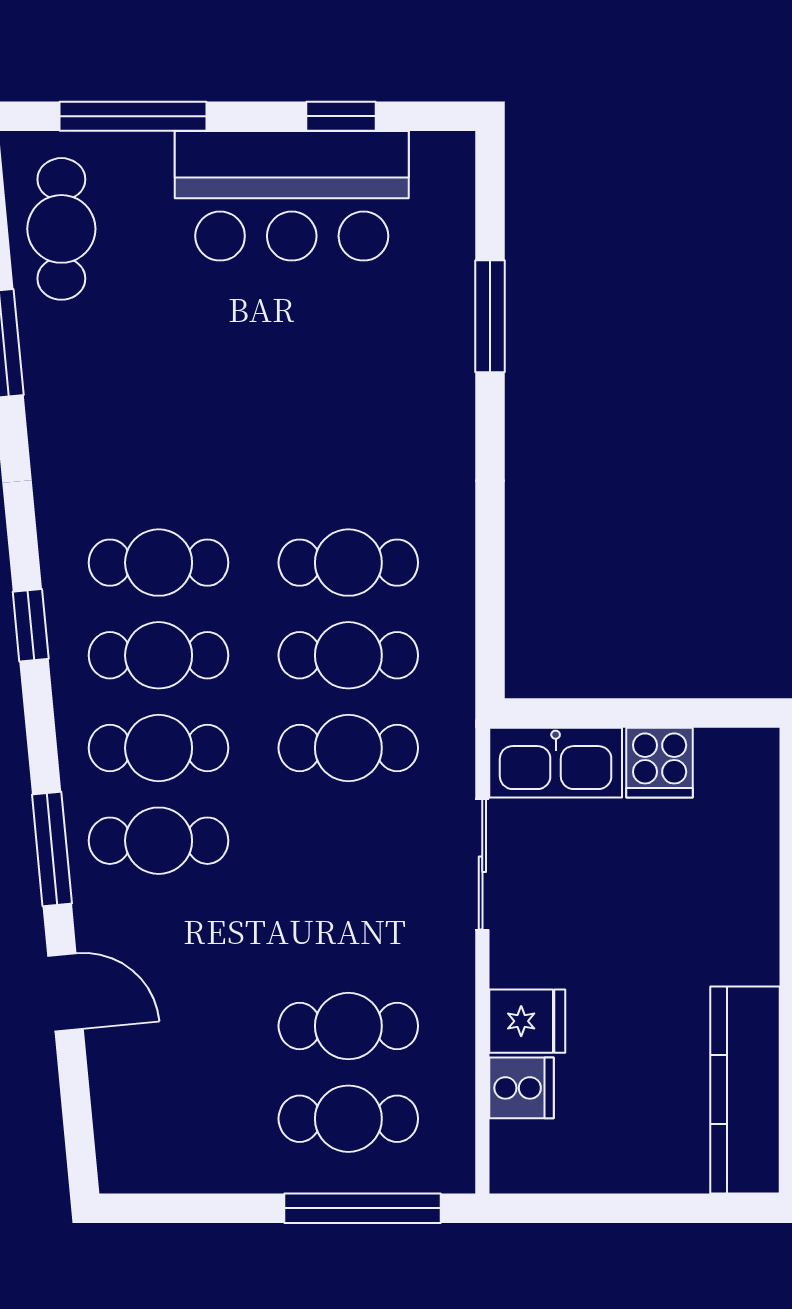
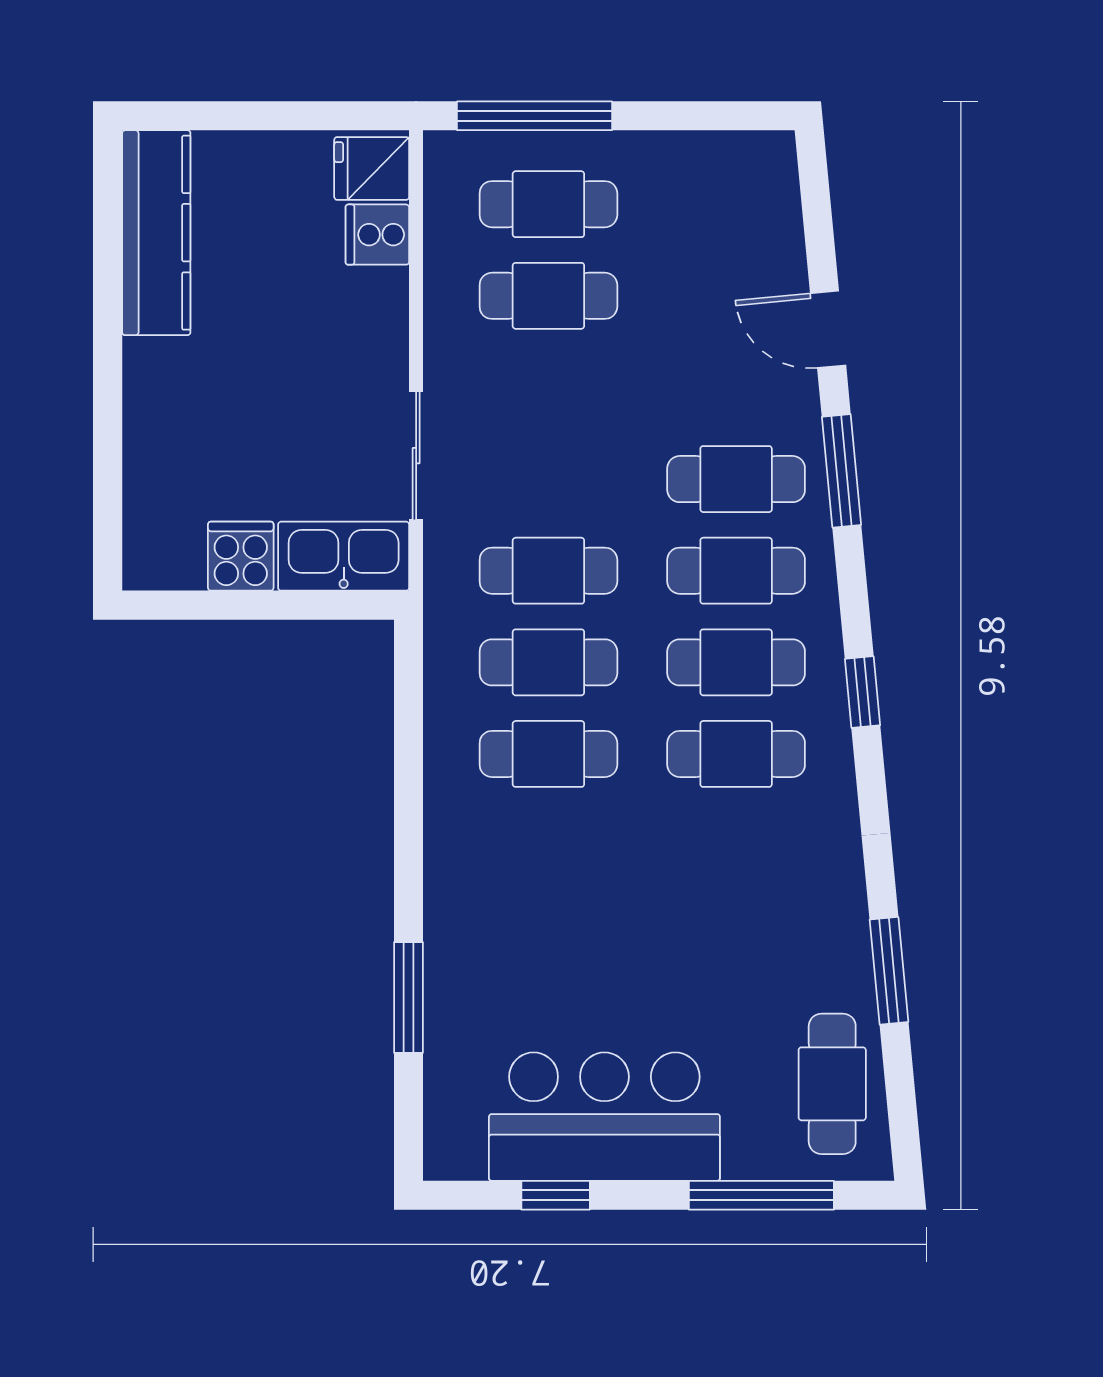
fridge: (527, 1021) -> (372, 168), moved

